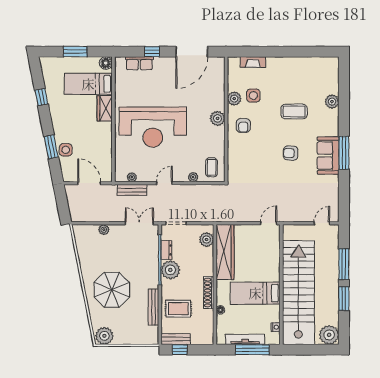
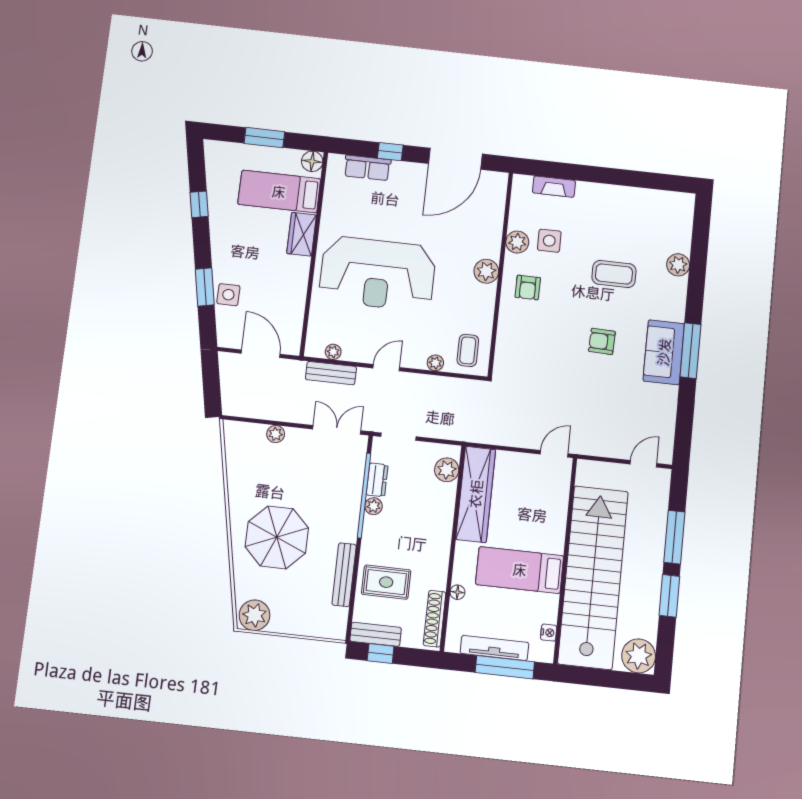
plant: (170, 270) -> (374, 506), width x0.53, depth x0.53
shoe rack: (209, 292) -> (435, 619), moved

